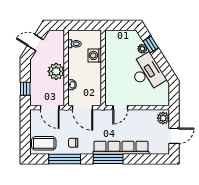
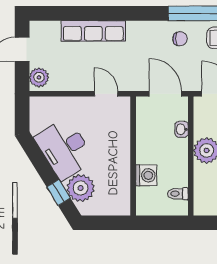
plant: (142, 49) -> (81, 188), width x1.88, depth x1.88
door: (120, 108) -> (106, 94), hinge flipped
row of seats: (121, 148) -> (93, 31), width x0.73
window: (108, 159) -> (125, 13), removed

